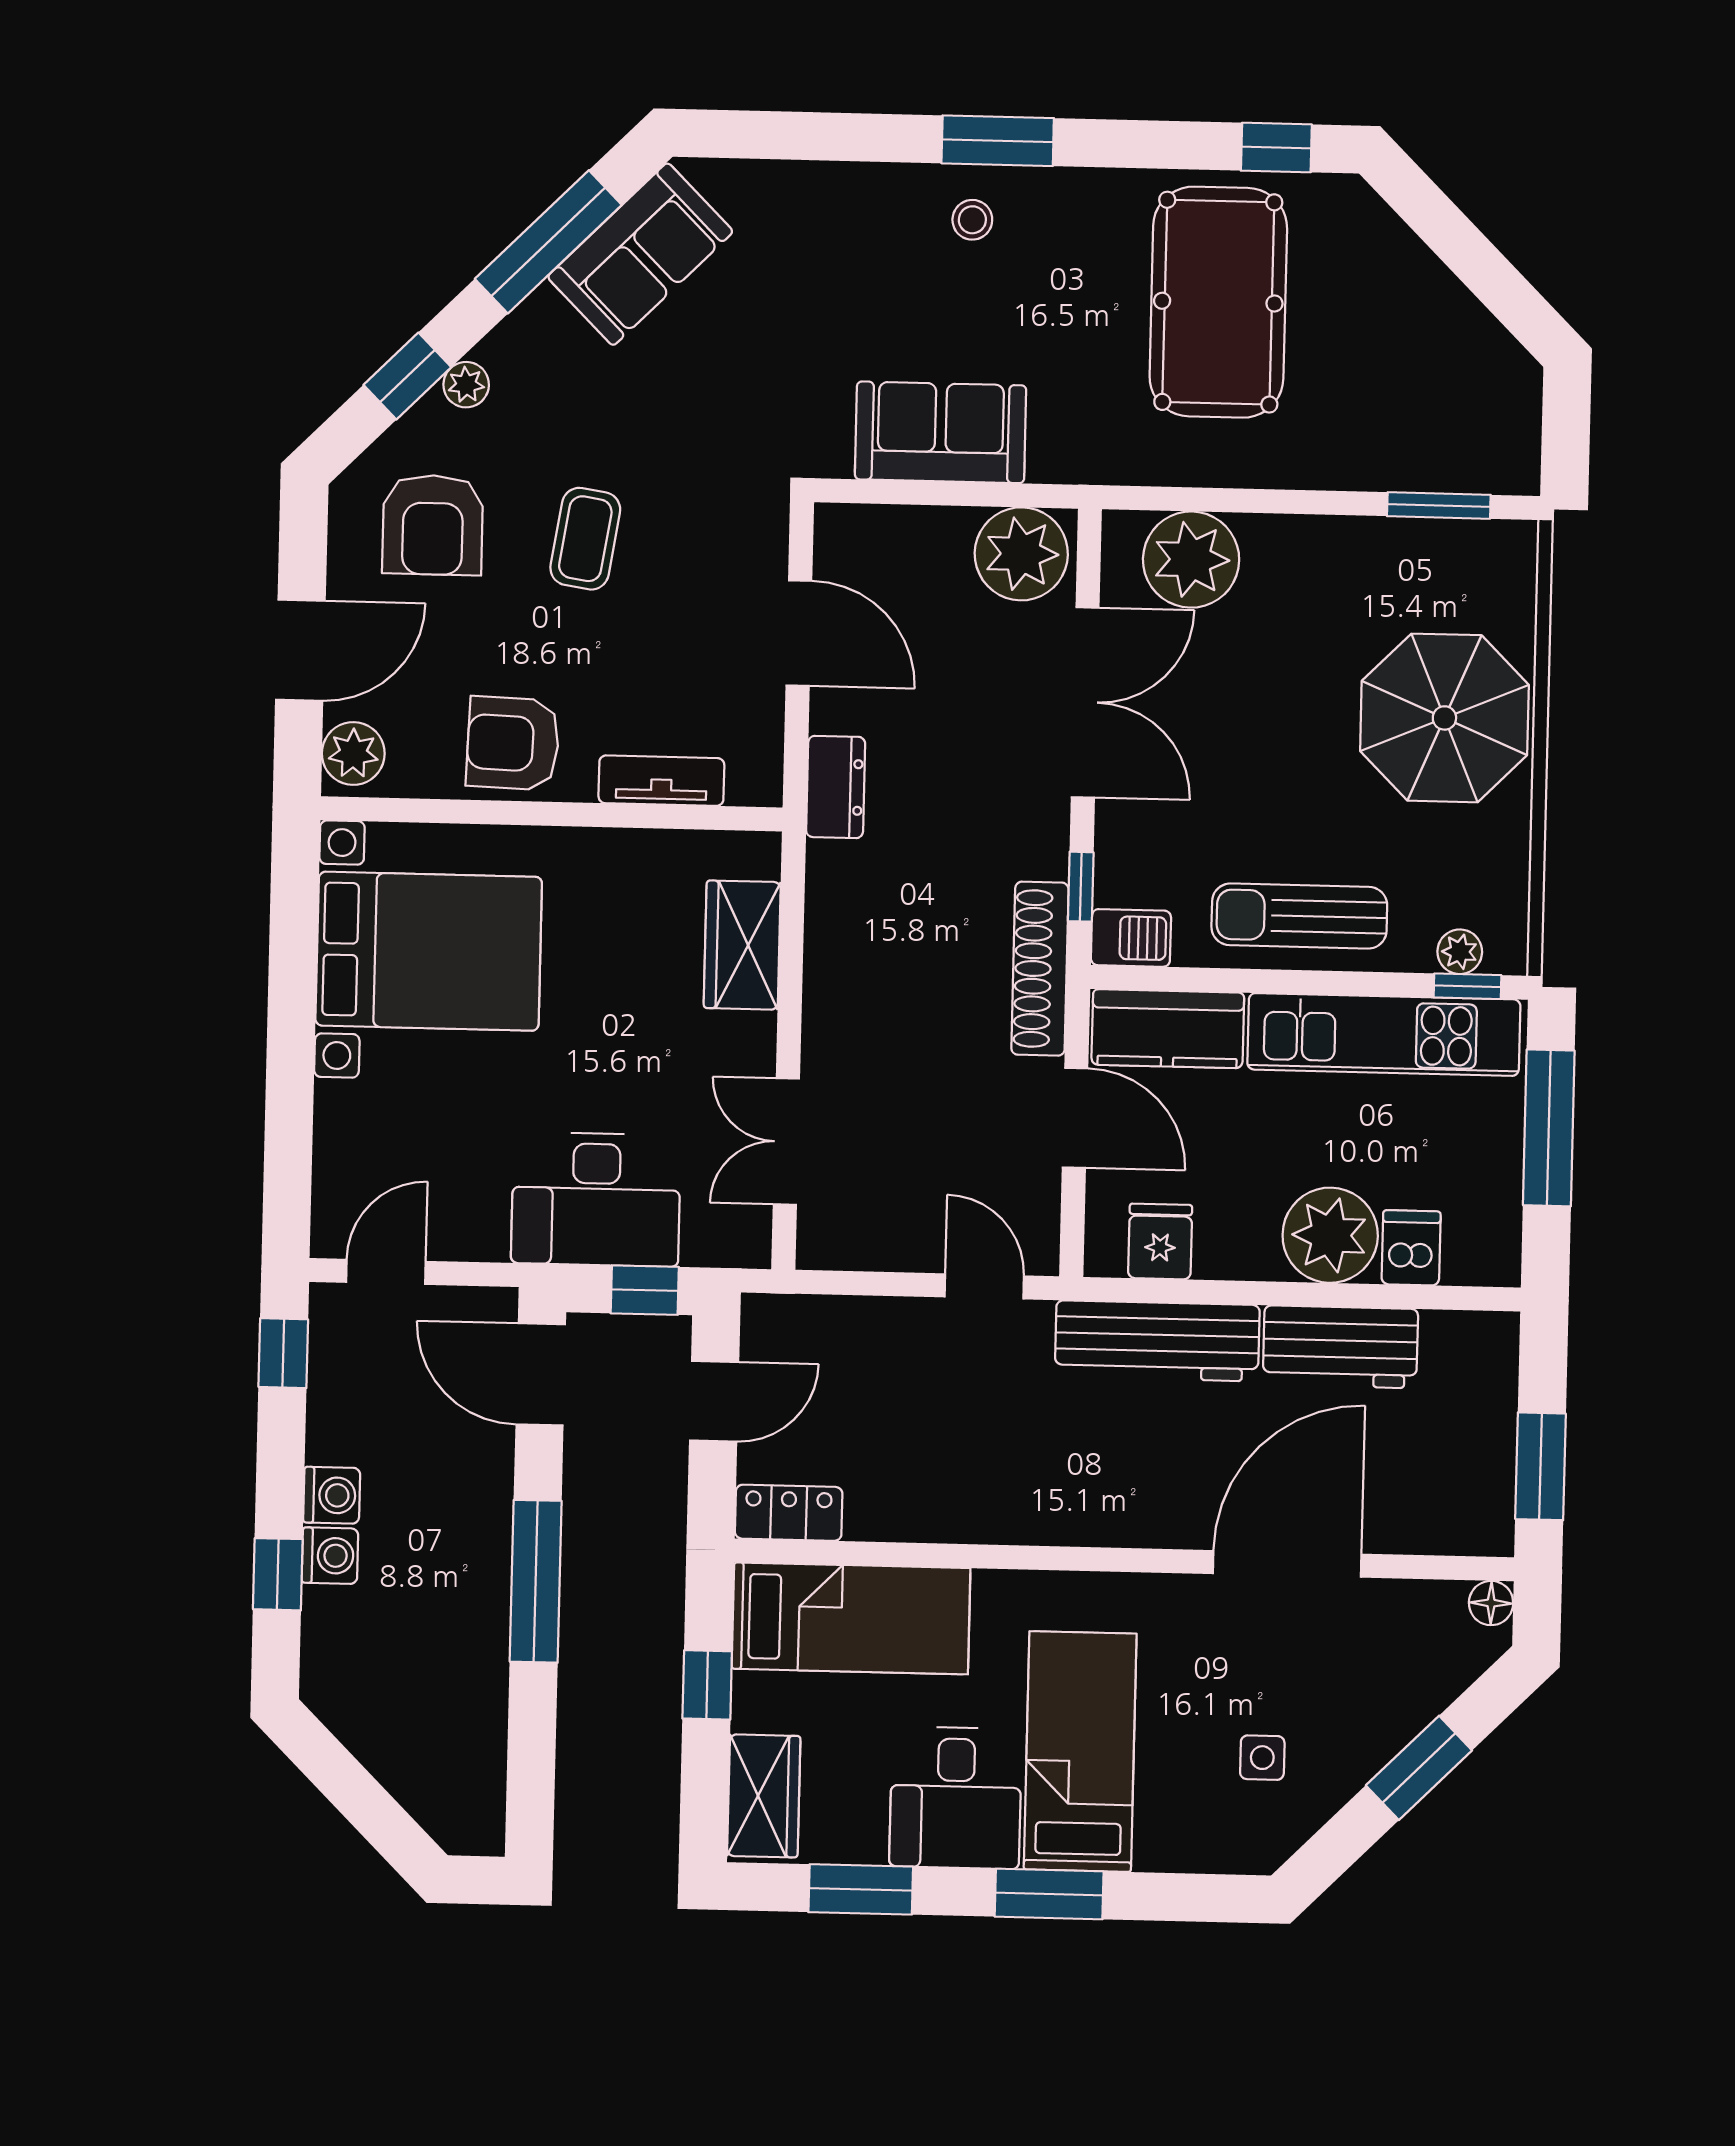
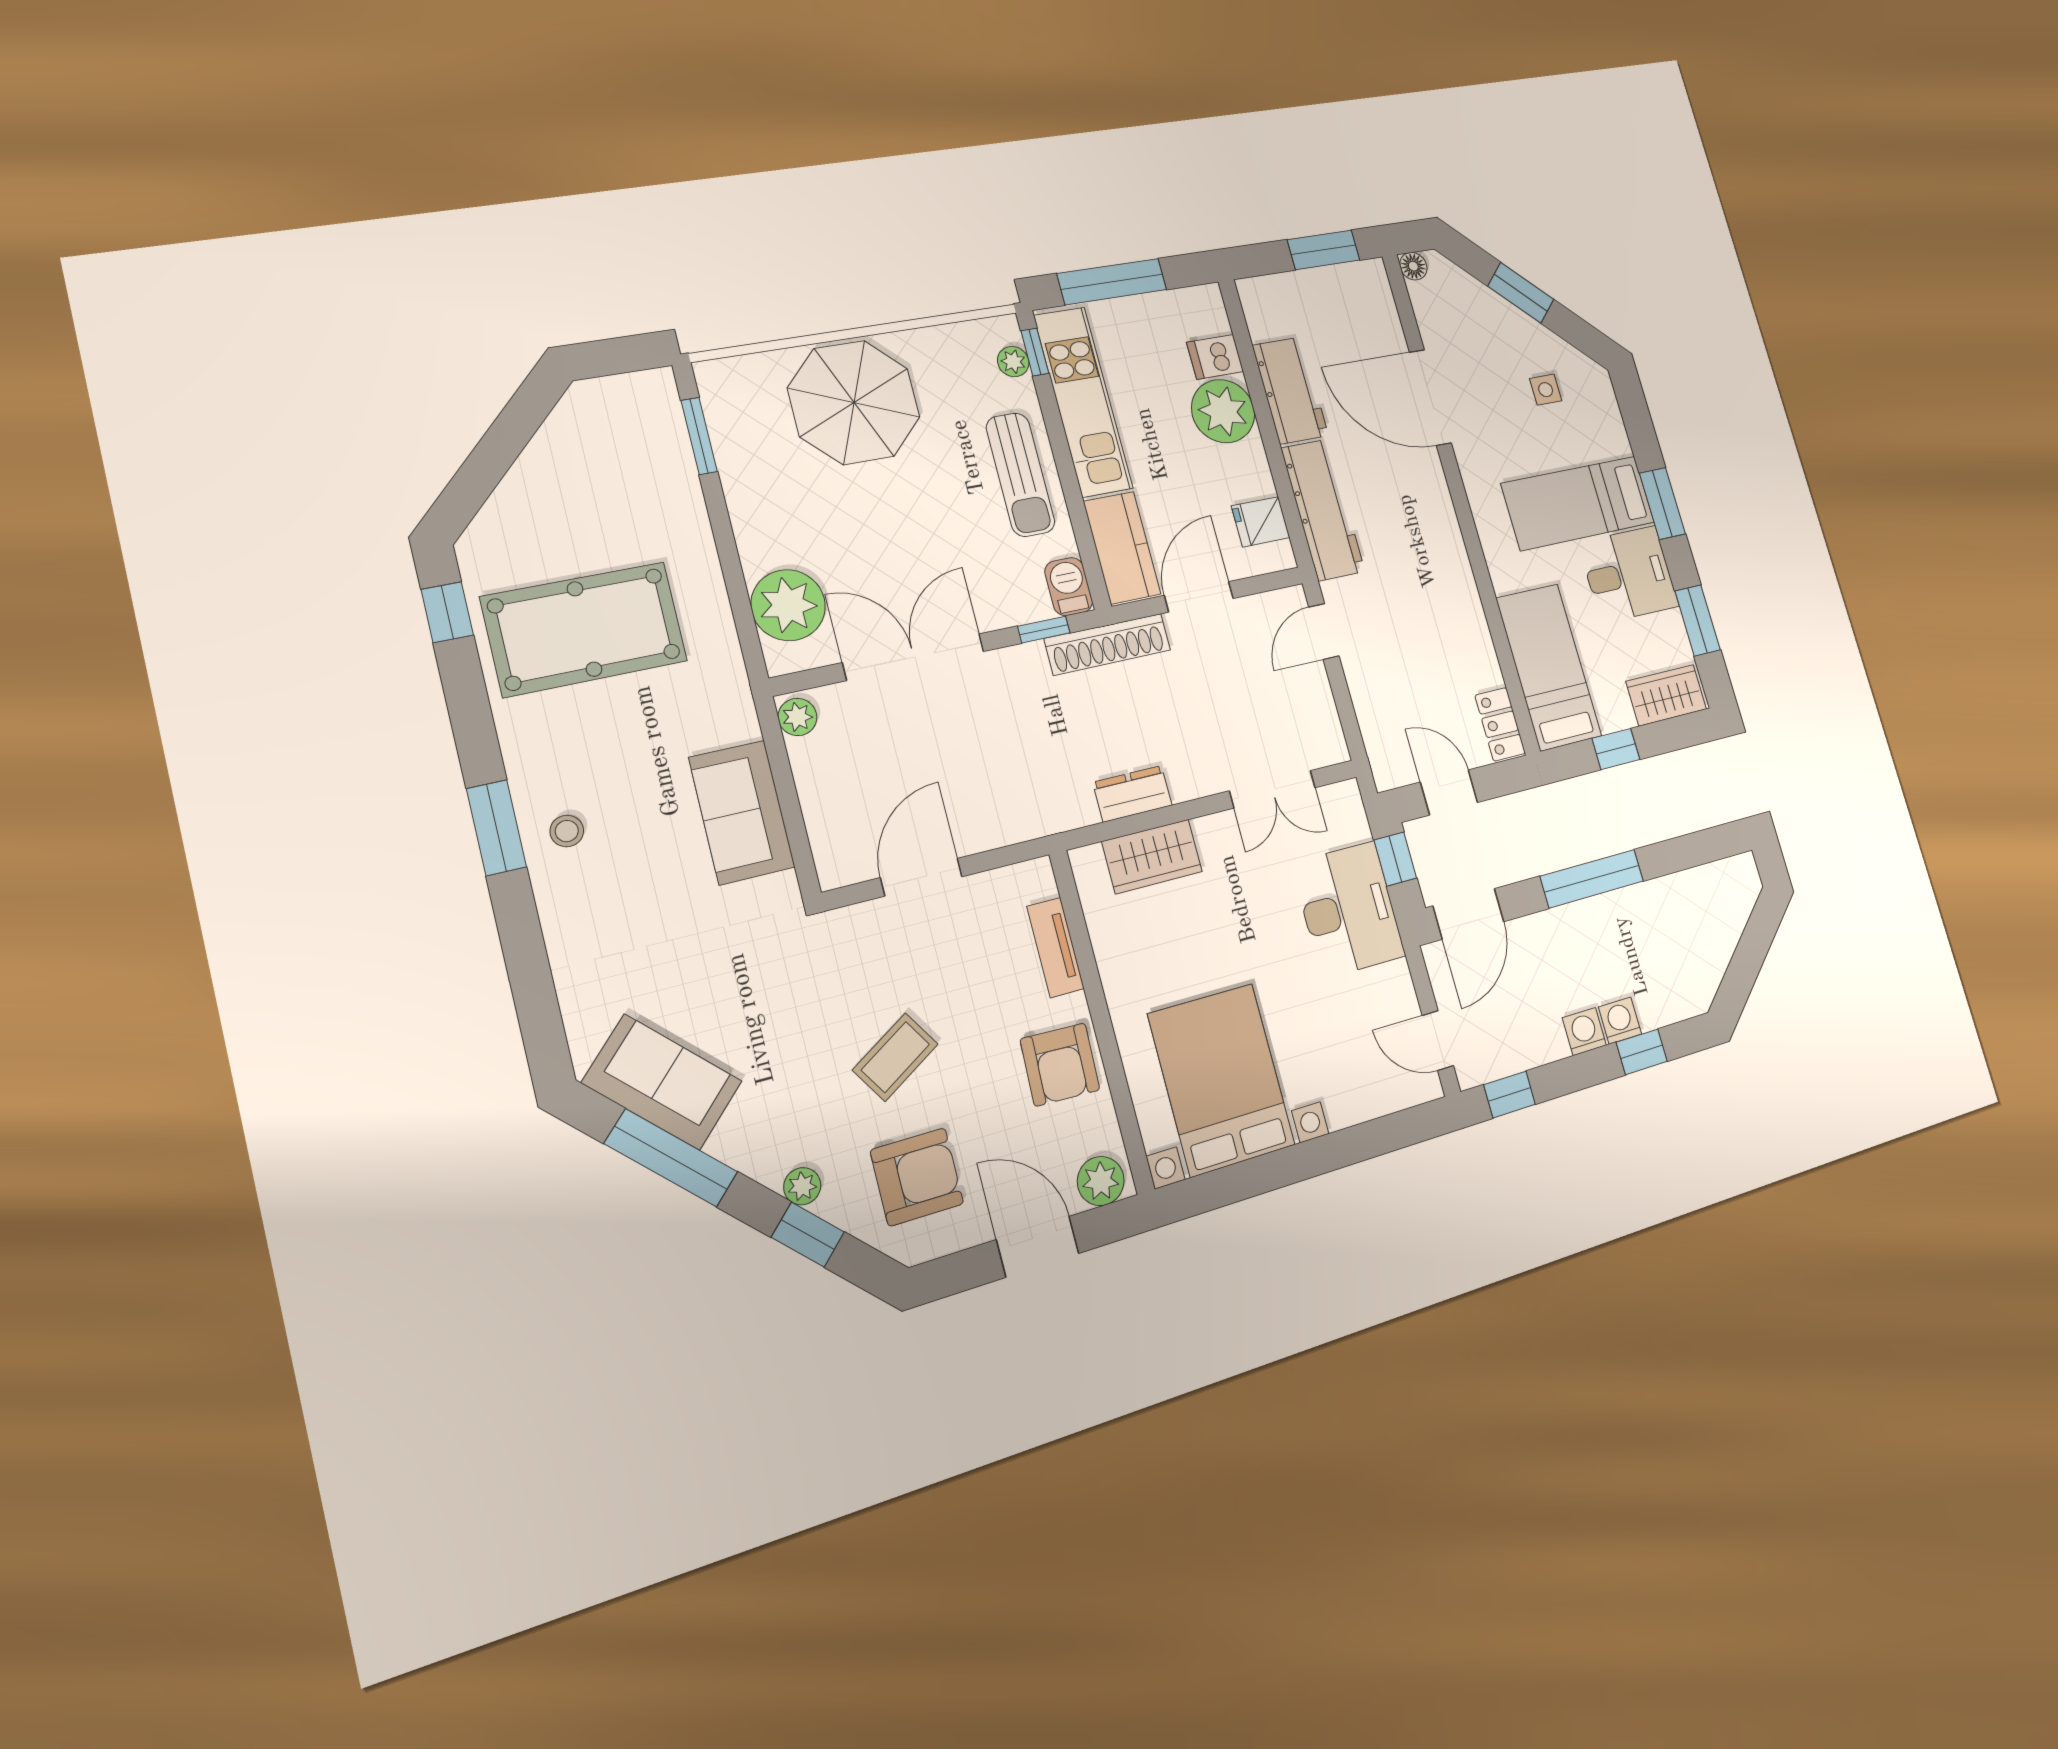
coffee table: (585, 539) -> (895, 1057), turned -41
plant: (1021, 554) -> (797, 717), width x0.53, depth x0.53
dresser: (836, 787) -> (1132, 794), moved

